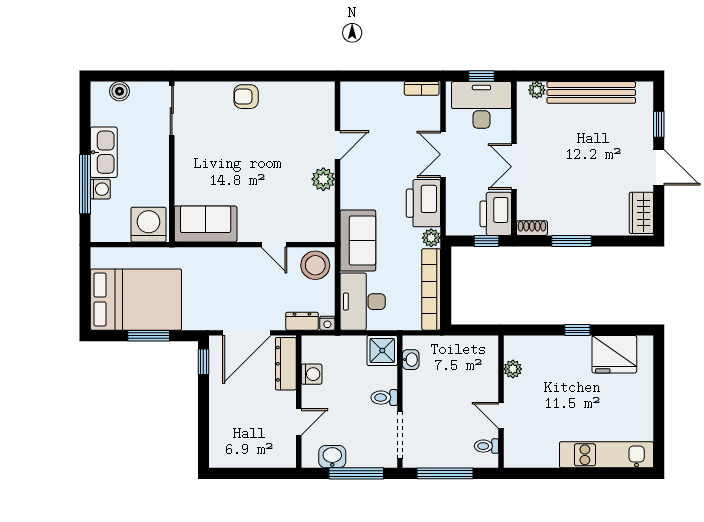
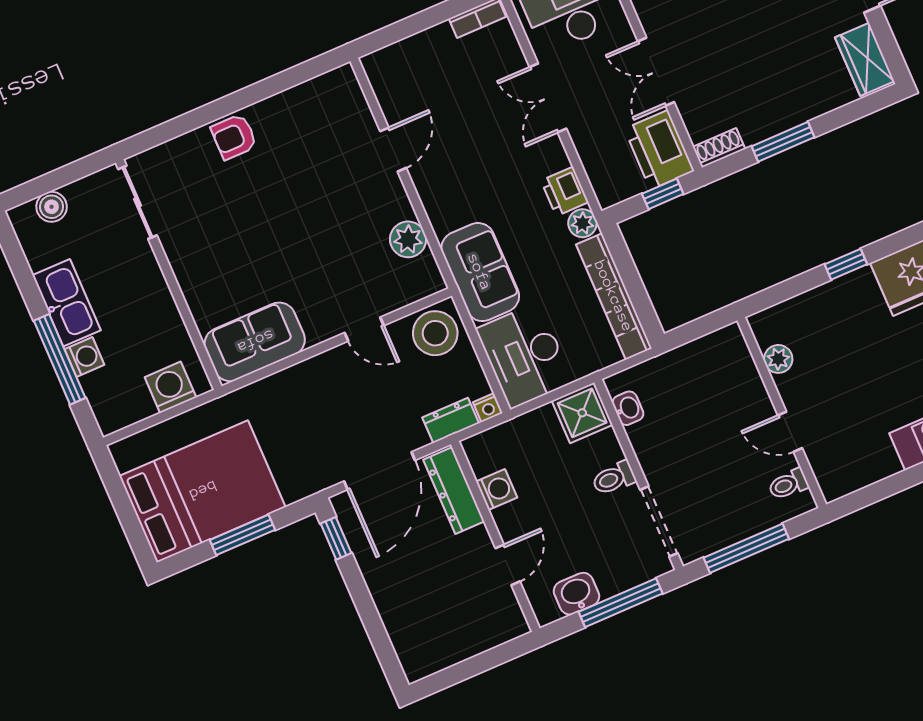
plant: (323, 179) -> (408, 239), moved
printer: (423, 203) -> (565, 191), width x0.53, depth x0.68
washing machine: (149, 225) -> (170, 387), width x0.73, depth x0.73

